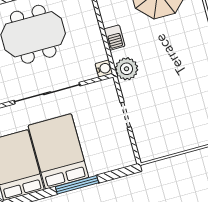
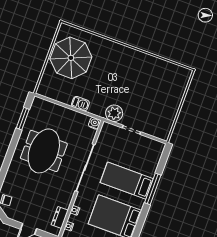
plant: (127, 69) -> (114, 113), moved
bed: (58, 151) -> (127, 181), width x0.67

